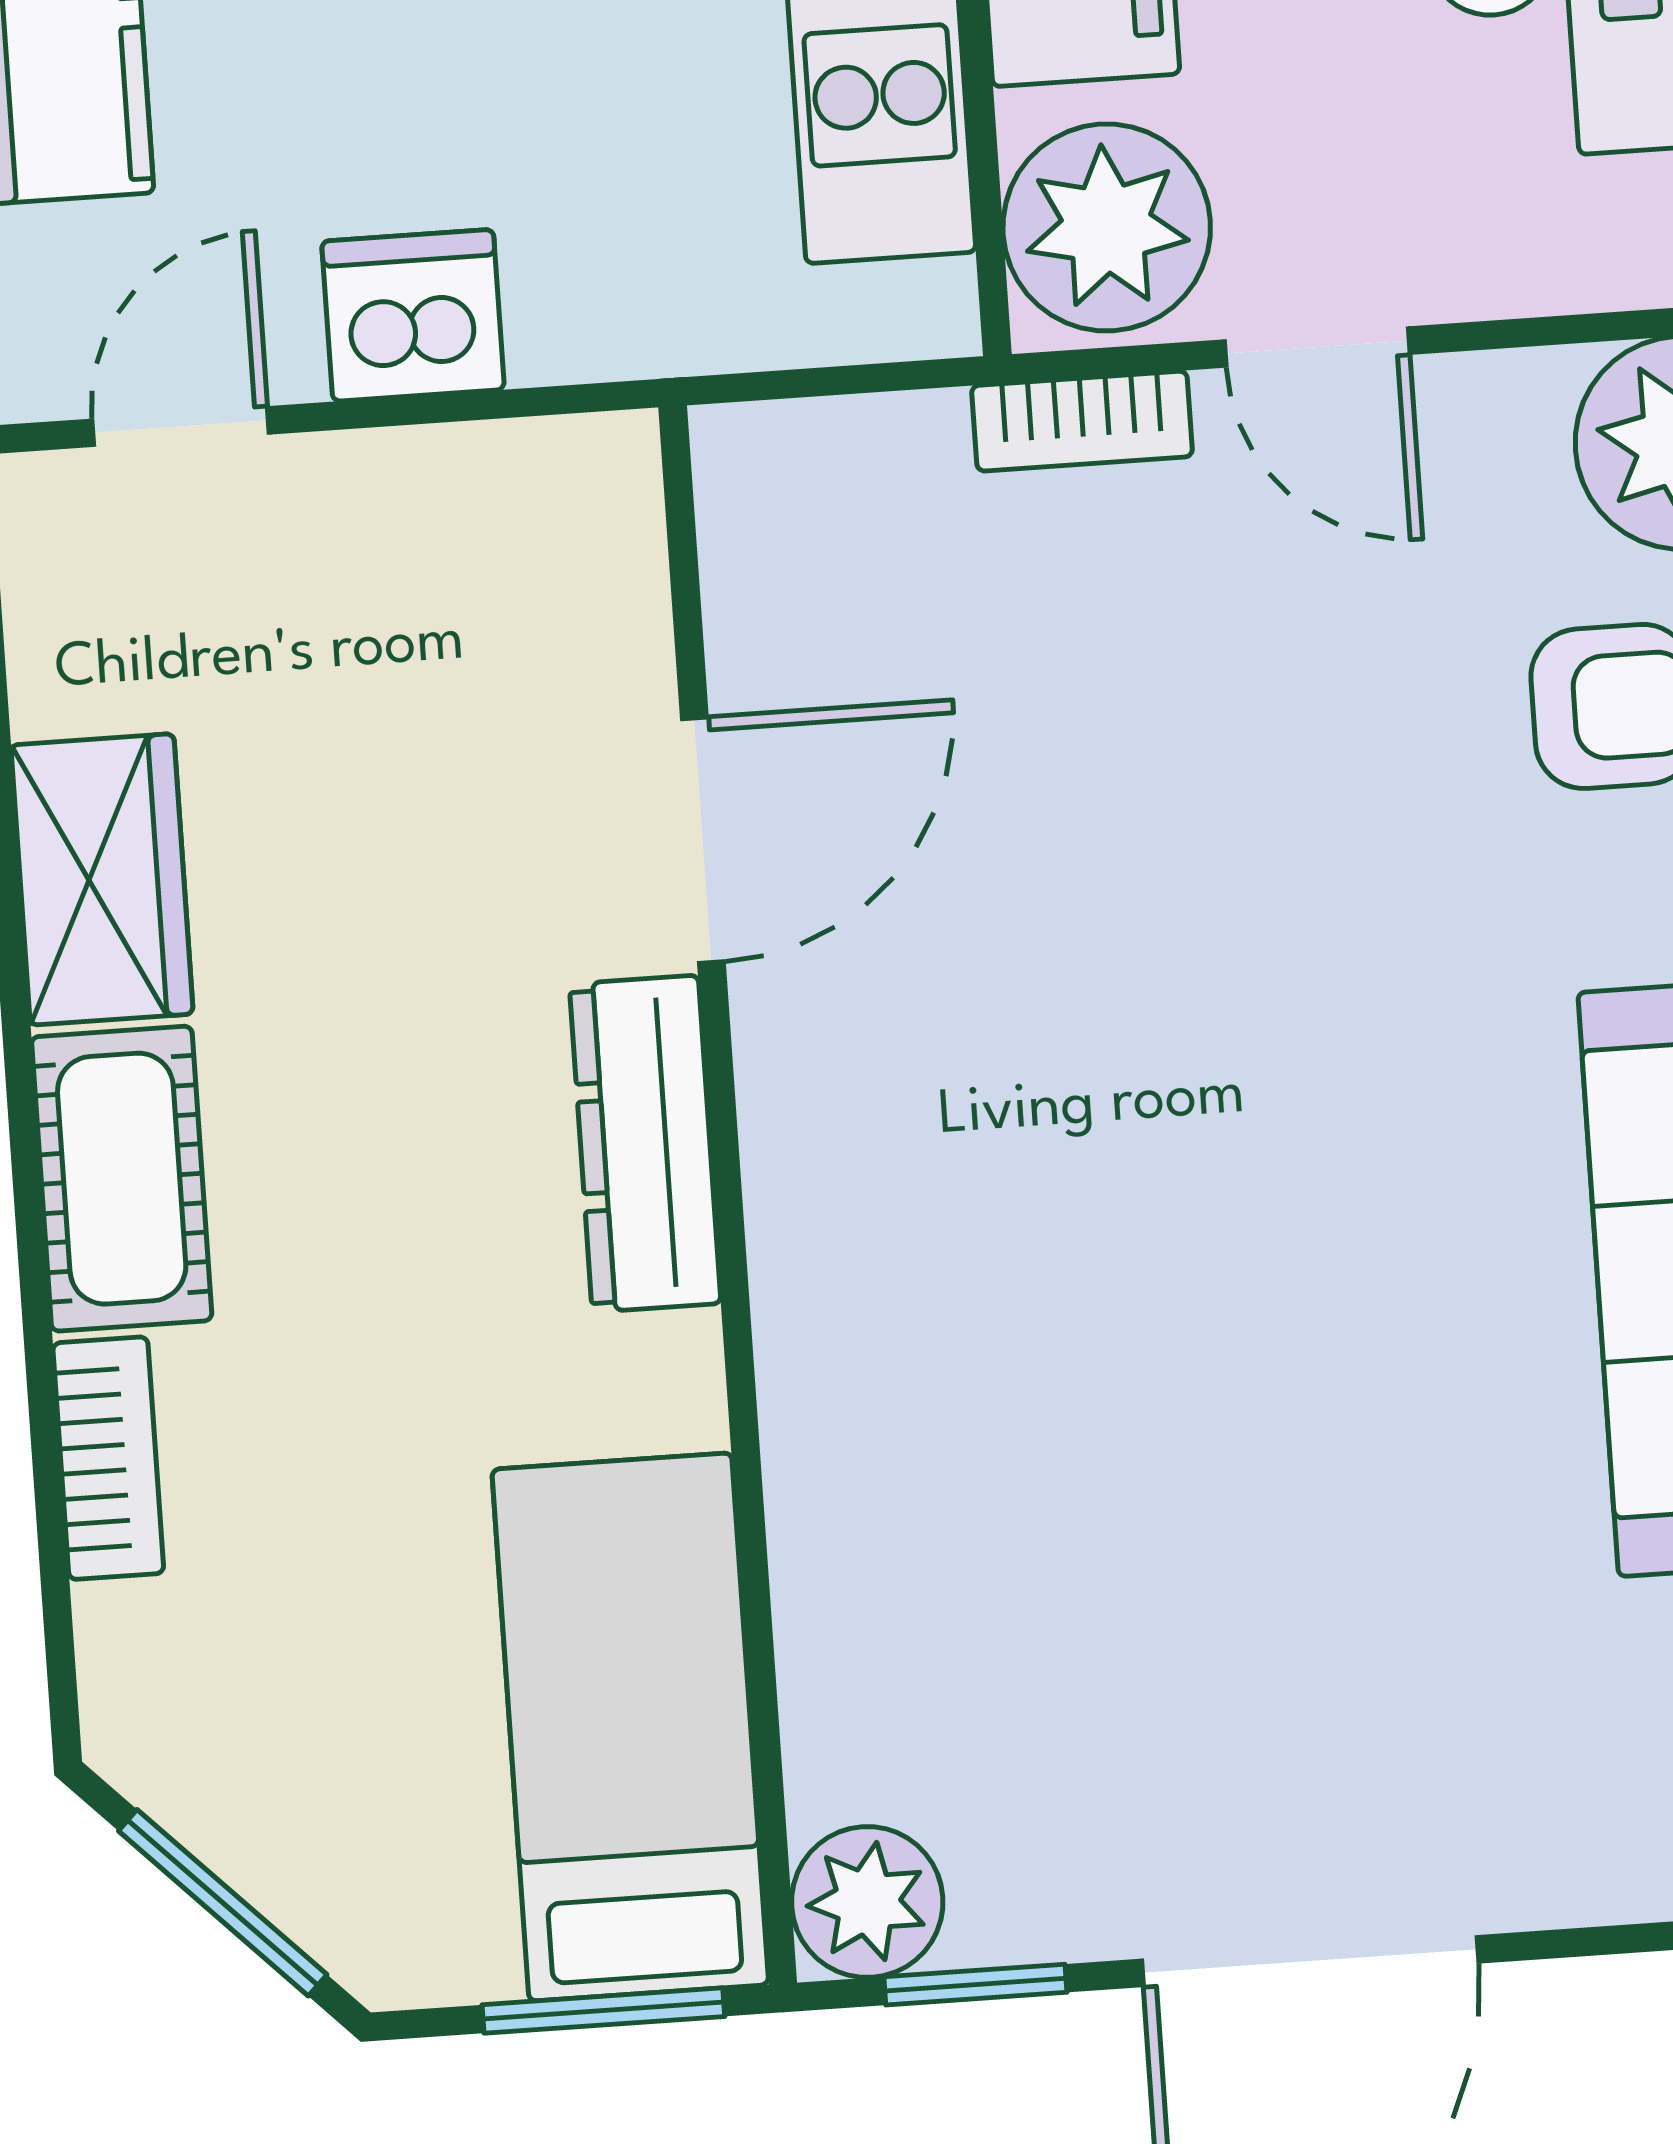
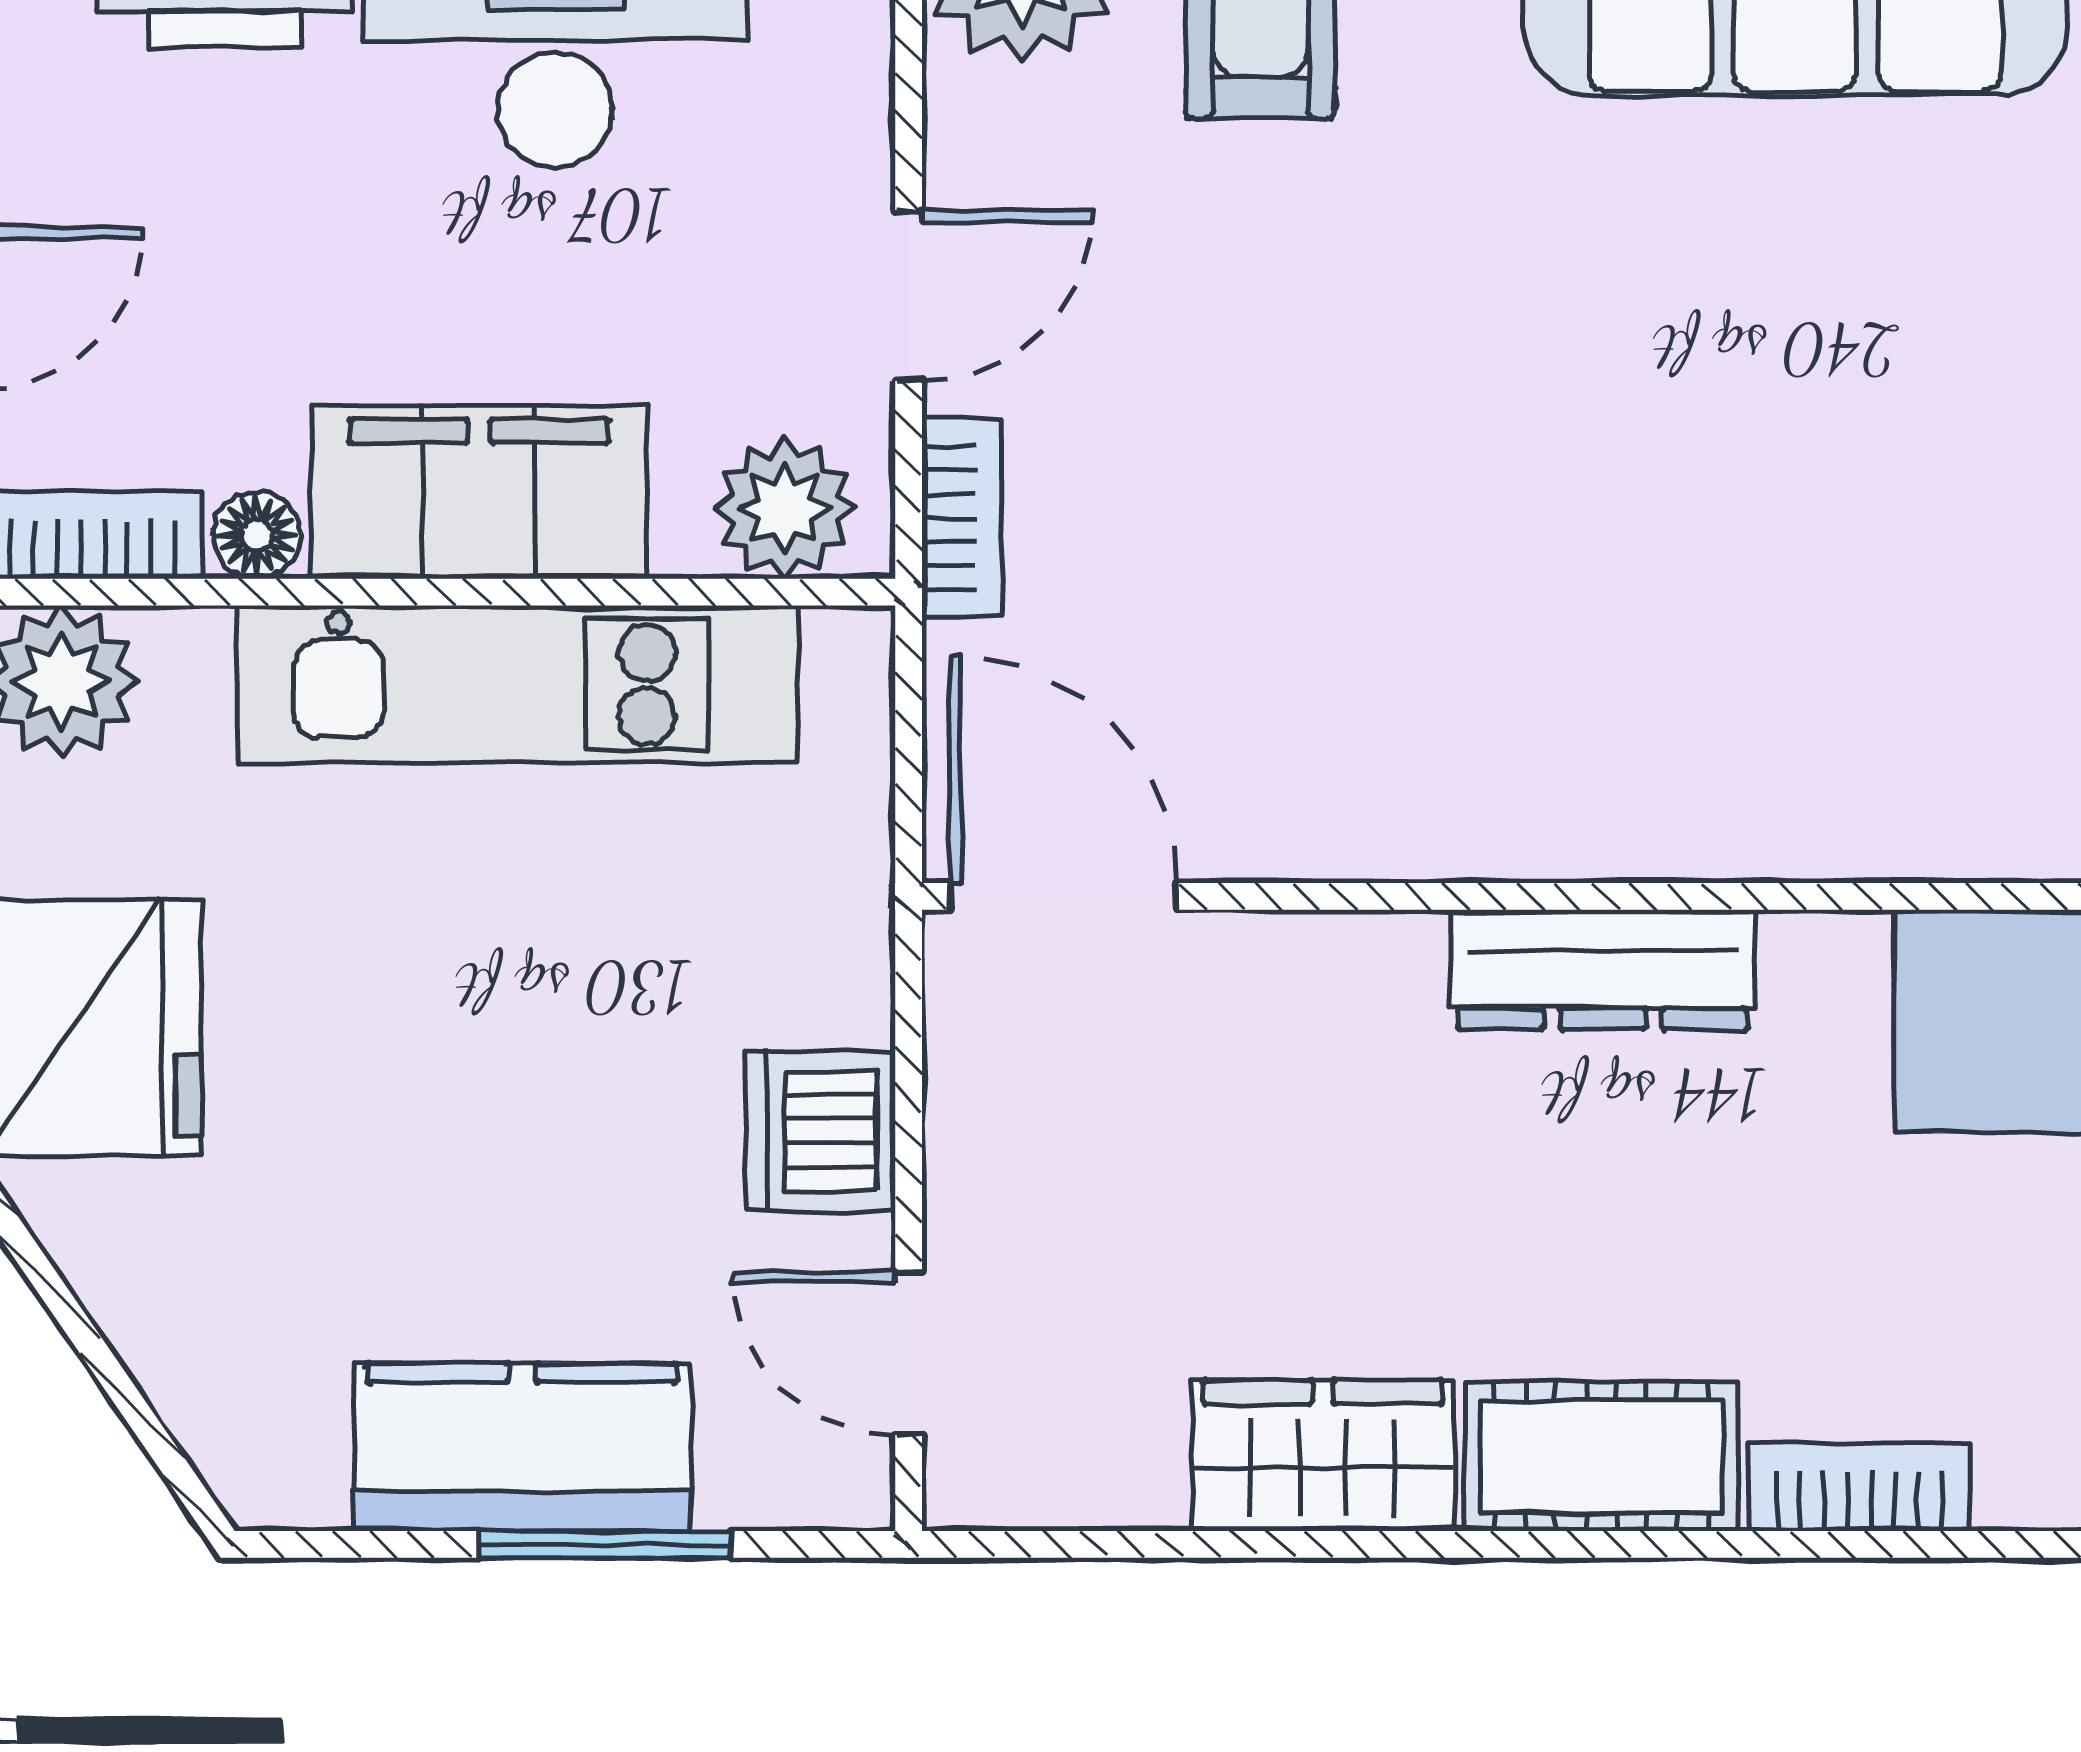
plant: (1107, 227) -> (784, 508), width x0.73, depth x0.73
door: (703, 840) -> (1063, 896), moved

